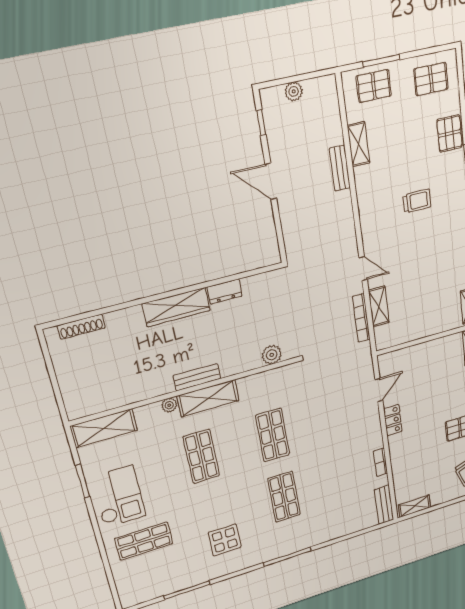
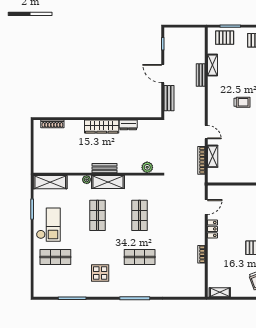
plant: (294, 91) -> (182, 32), removed
shop shelf: (284, 497) -> (140, 257), turned 90
bench: (384, 505) -> (169, 98), moved

